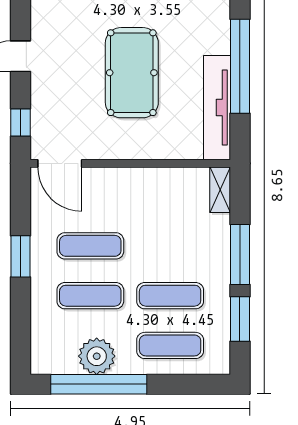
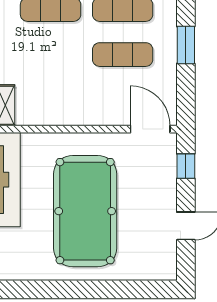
pool table: (132, 73) -> (85, 211), width x1.36, depth x1.32

